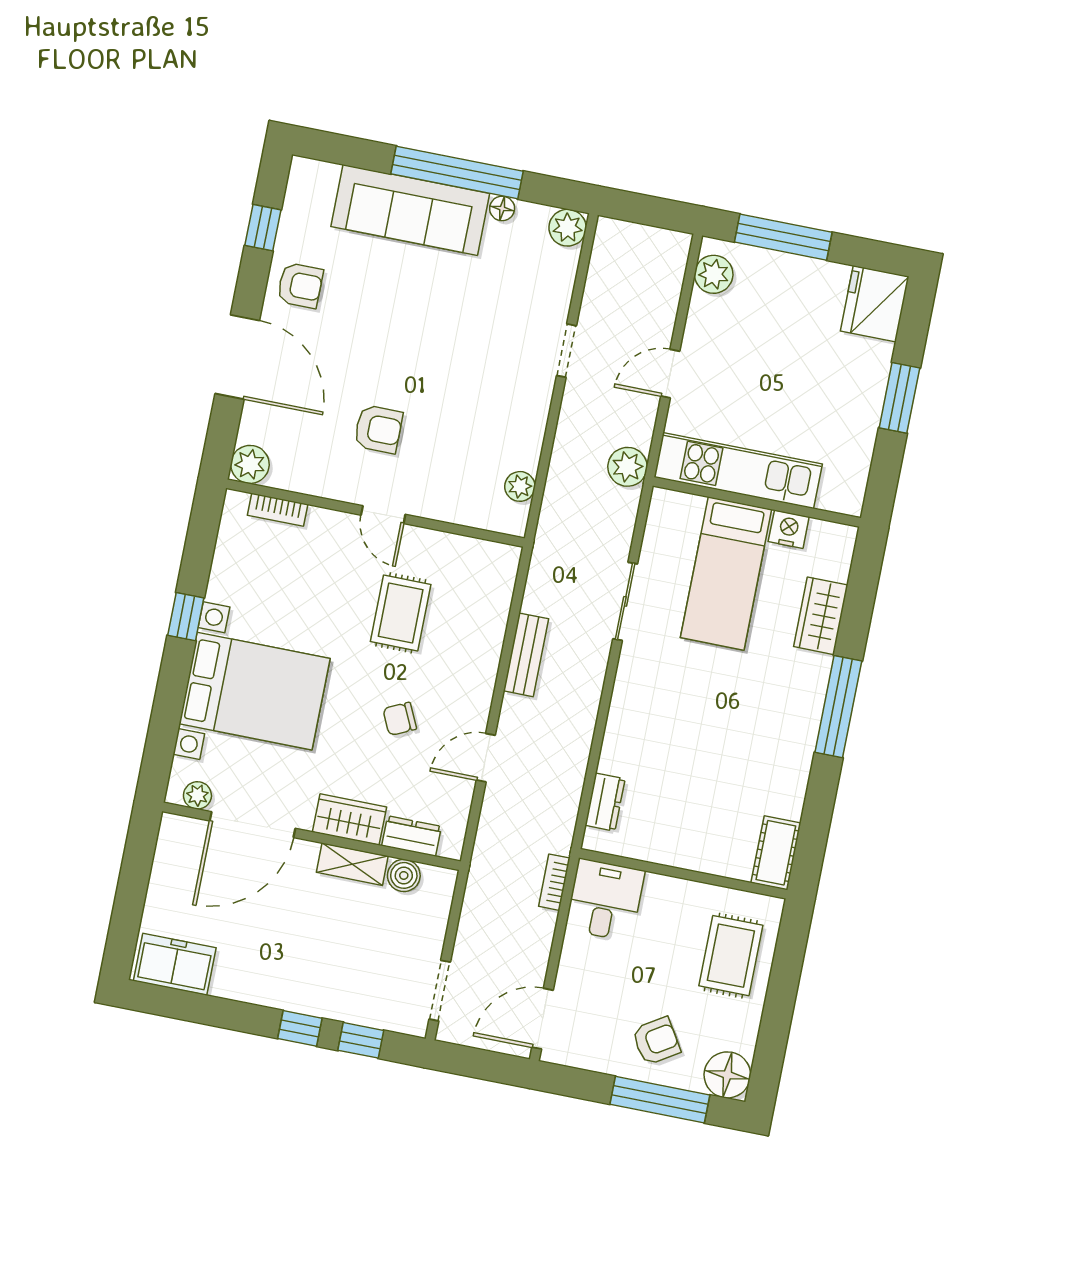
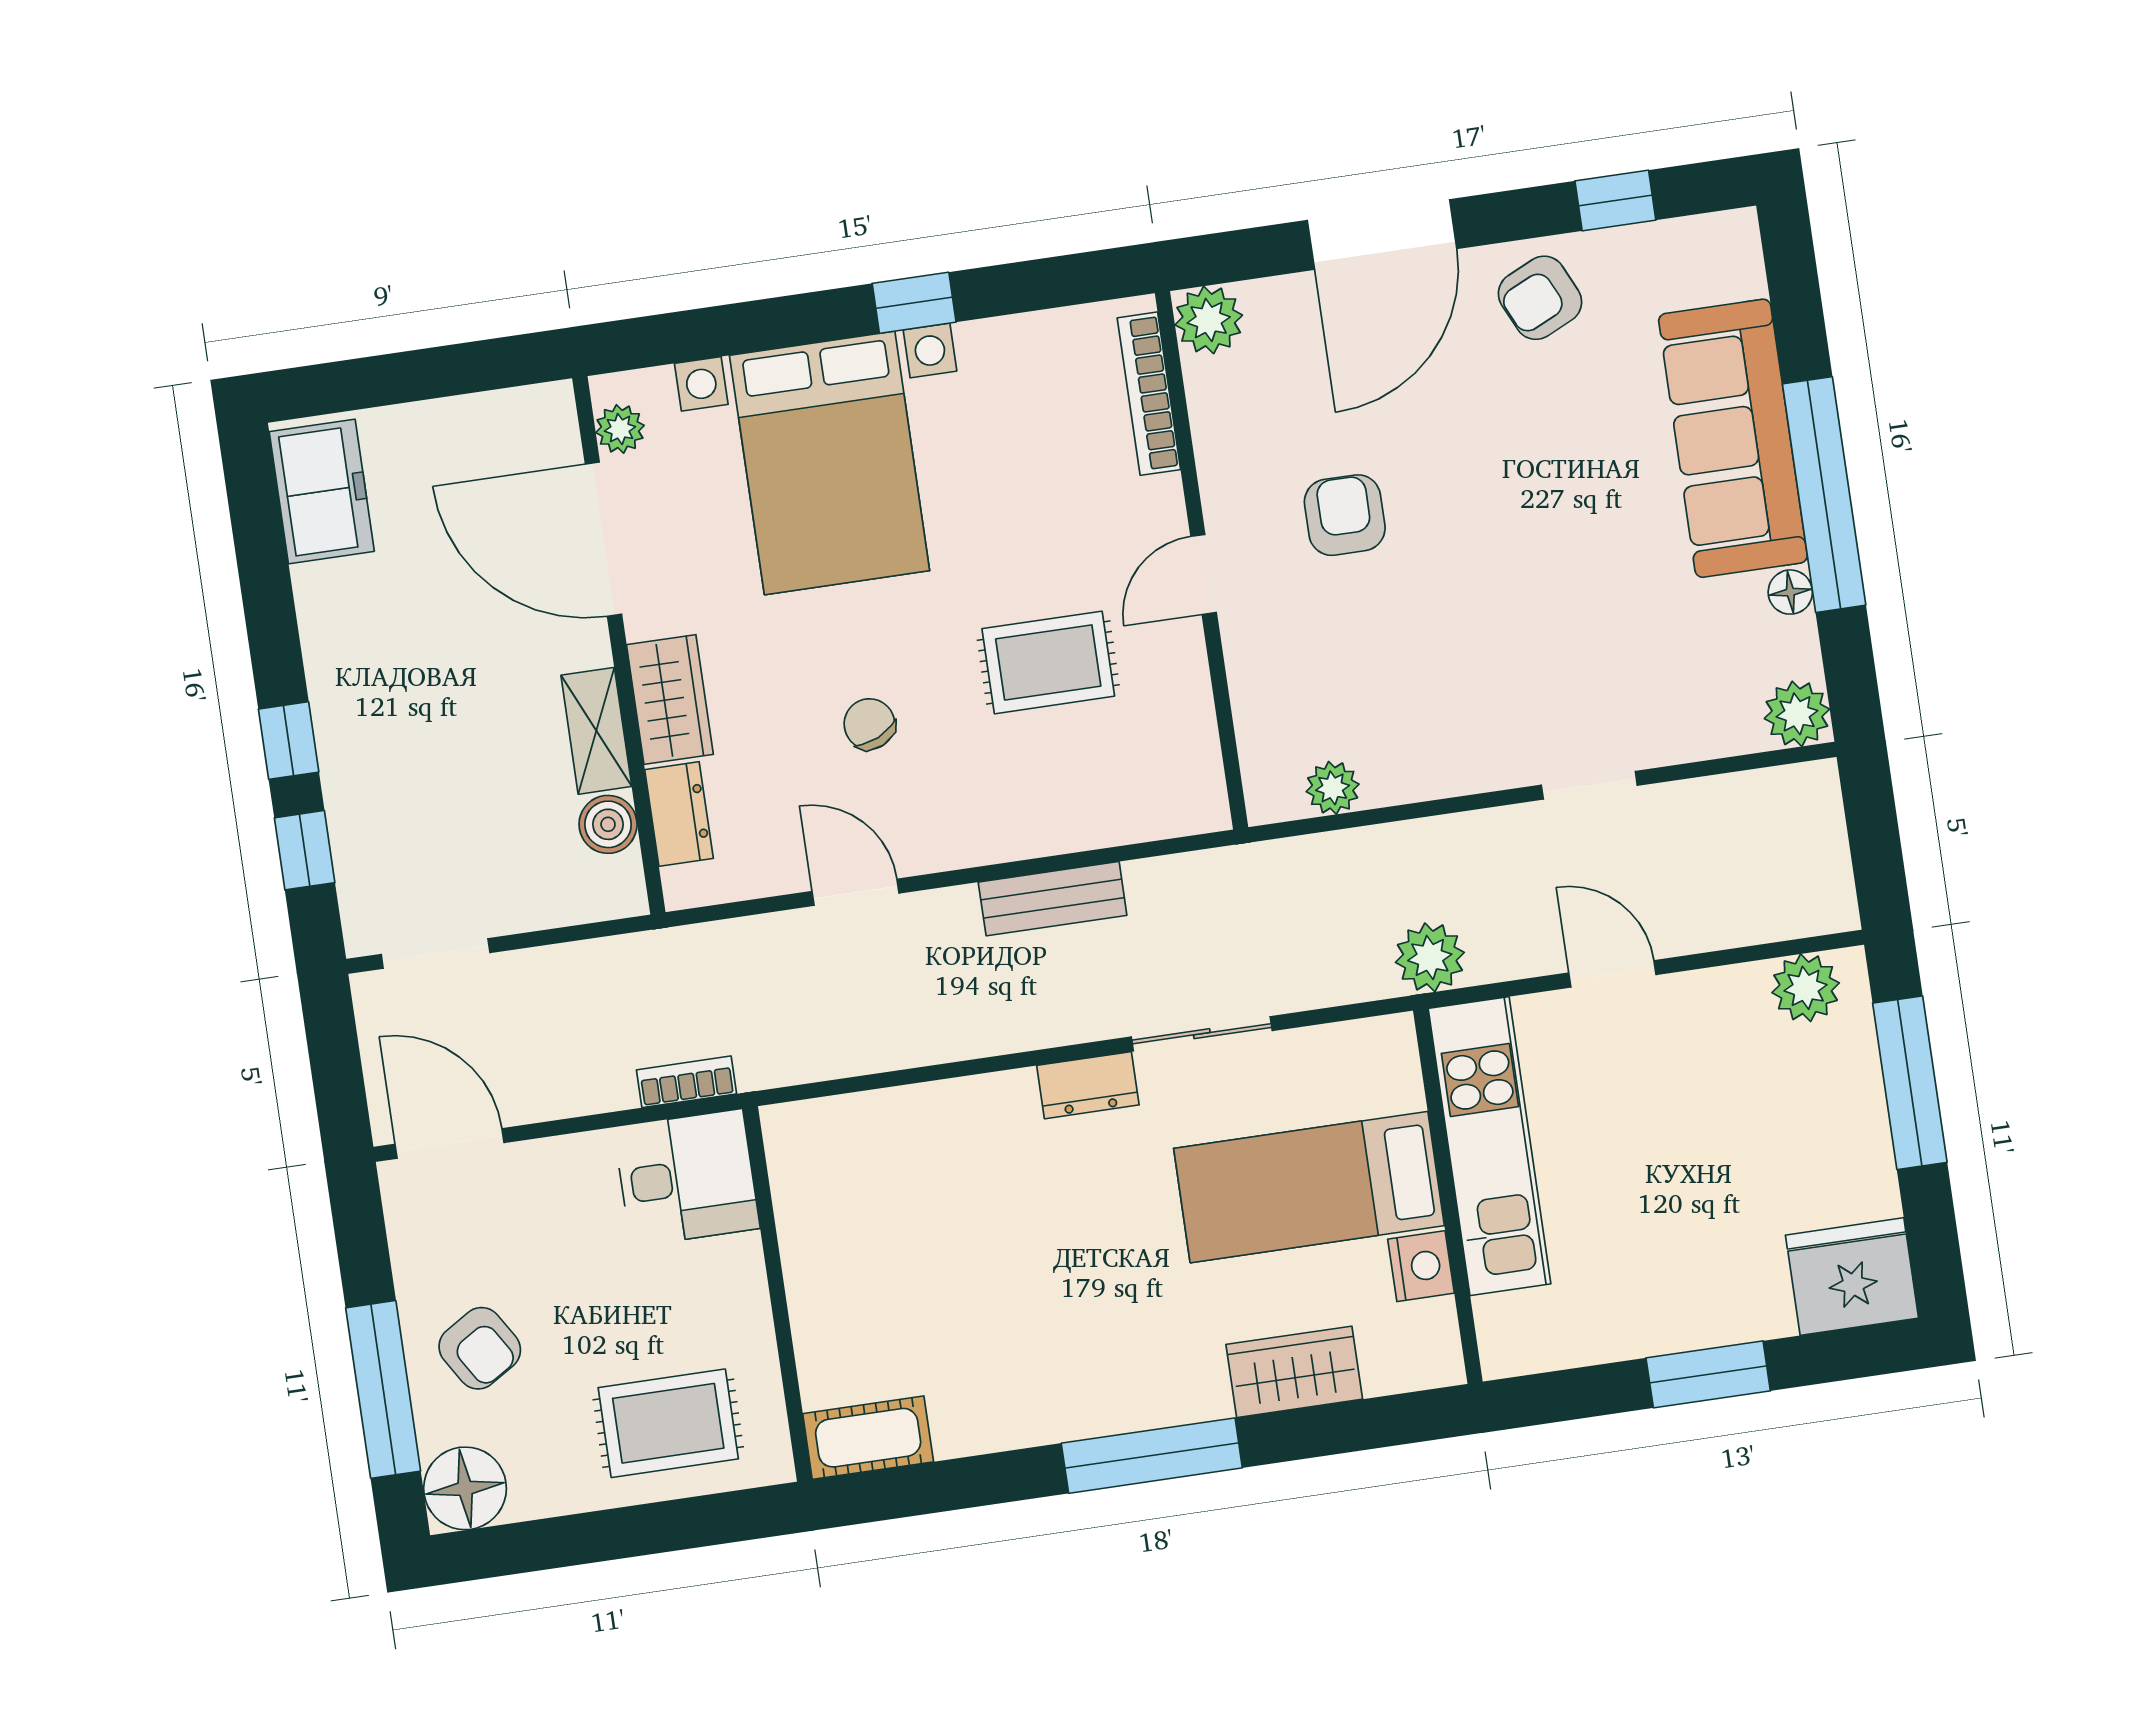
armchair: (300, 286) -> (1540, 298), turned 65
armchair: (378, 429) -> (1345, 515), turned 180
bookcase: (278, 510) -> (1149, 394), width x1.56
dresser: (605, 802) -> (1088, 1085), moved

